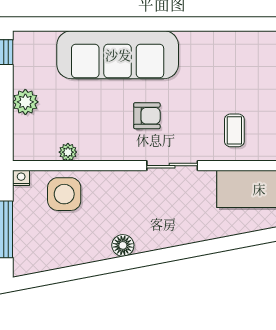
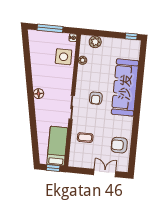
armchair: (243, 55) -> (119, 145), added
plant: (25, 102) -> (95, 42), moved
floor lamp: (123, 245) -> (39, 94), moved

